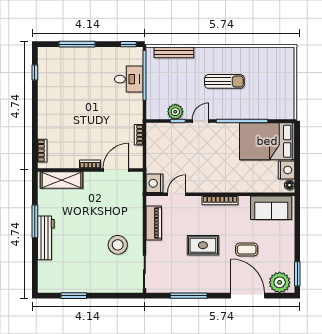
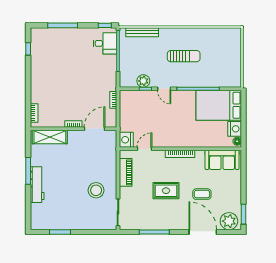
desk: (129, 79) -> (105, 43), moved
door: (201, 121) -> (164, 89), swing flipped

